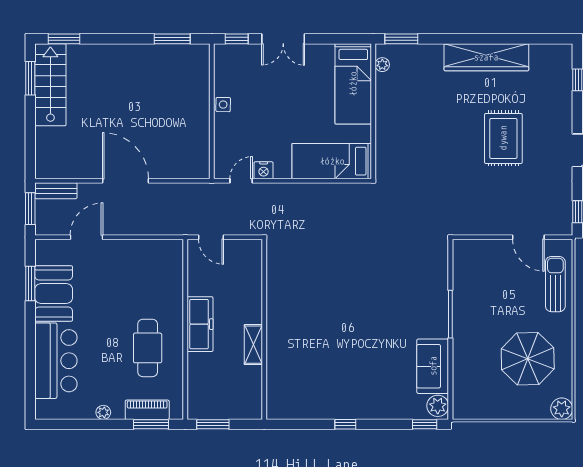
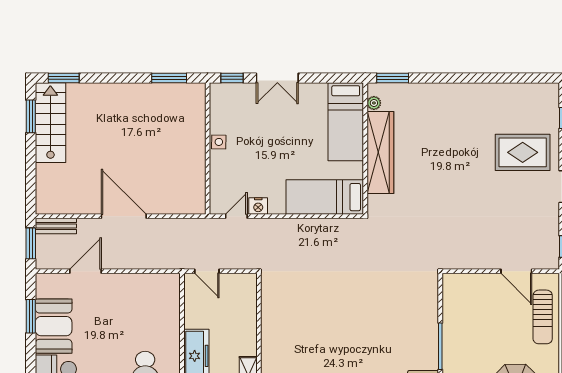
wardrobe: (486, 57) -> (380, 152), moved, turned -90
rug: (503, 138) -> (523, 152), moved, turned 90
sun lounger: (555, 284) -> (543, 317), turned 180

